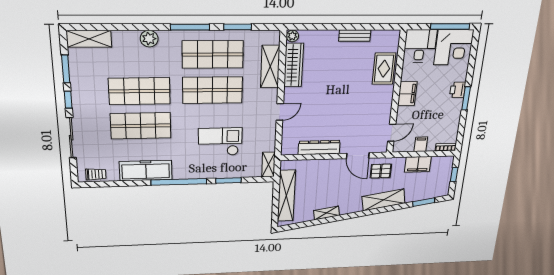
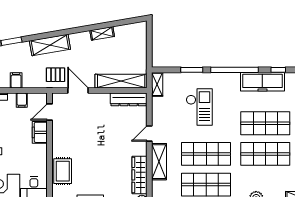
shelving: (270, 66) -> (159, 162), moved
filing cabinet: (407, 94) -> (40, 132), moved
checkout: (220, 142) -> (199, 107), turned -90
dresser: (319, 147) -> (129, 99), moved
filing cabinet: (418, 164) -> (16, 80), width x0.50
window: (127, 183) -> (278, 70), added
shelving: (286, 196) -> (121, 81), moved, turned 90

